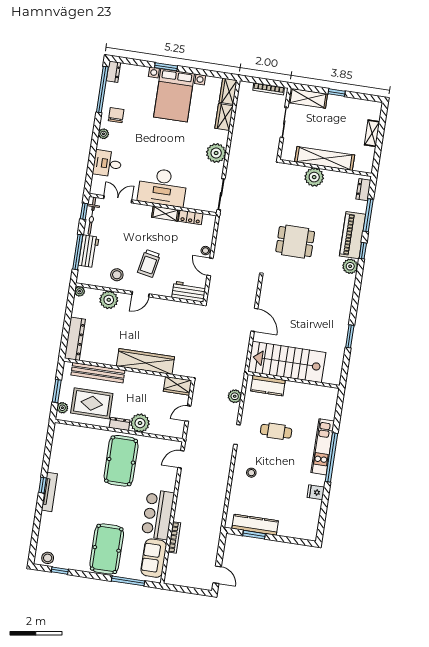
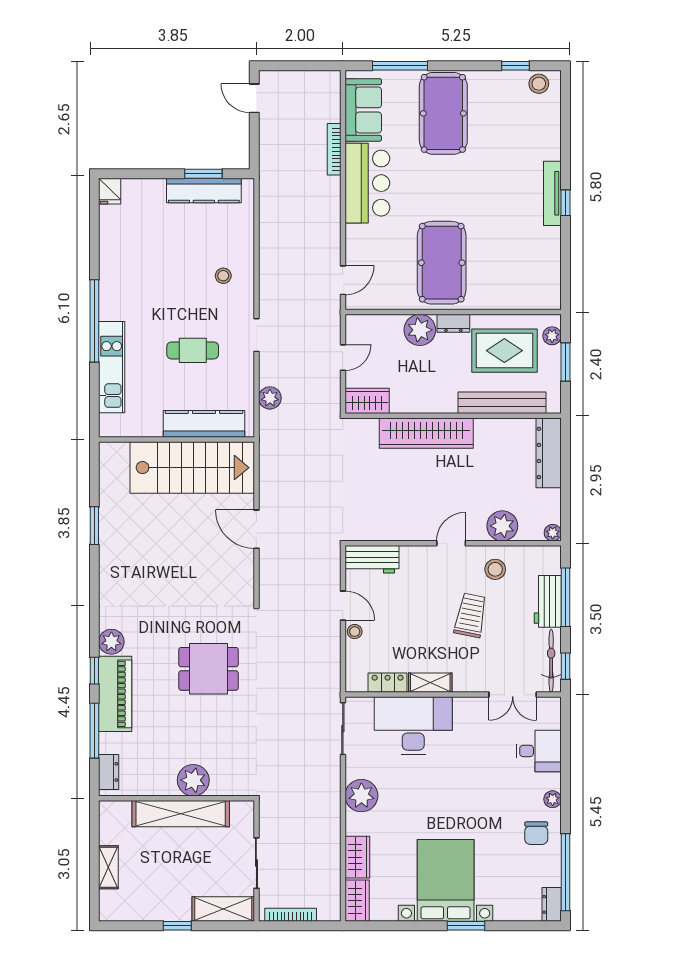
desk: (162, 187) -> (413, 726), moved
trolley: (149, 263) -> (471, 615), moved
kitchen counter: (268, 386) -> (204, 424), width x1.50
kitchen unit: (323, 447) -> (112, 367), moved
fridge: (316, 492) -> (110, 191), moved, turned 90

